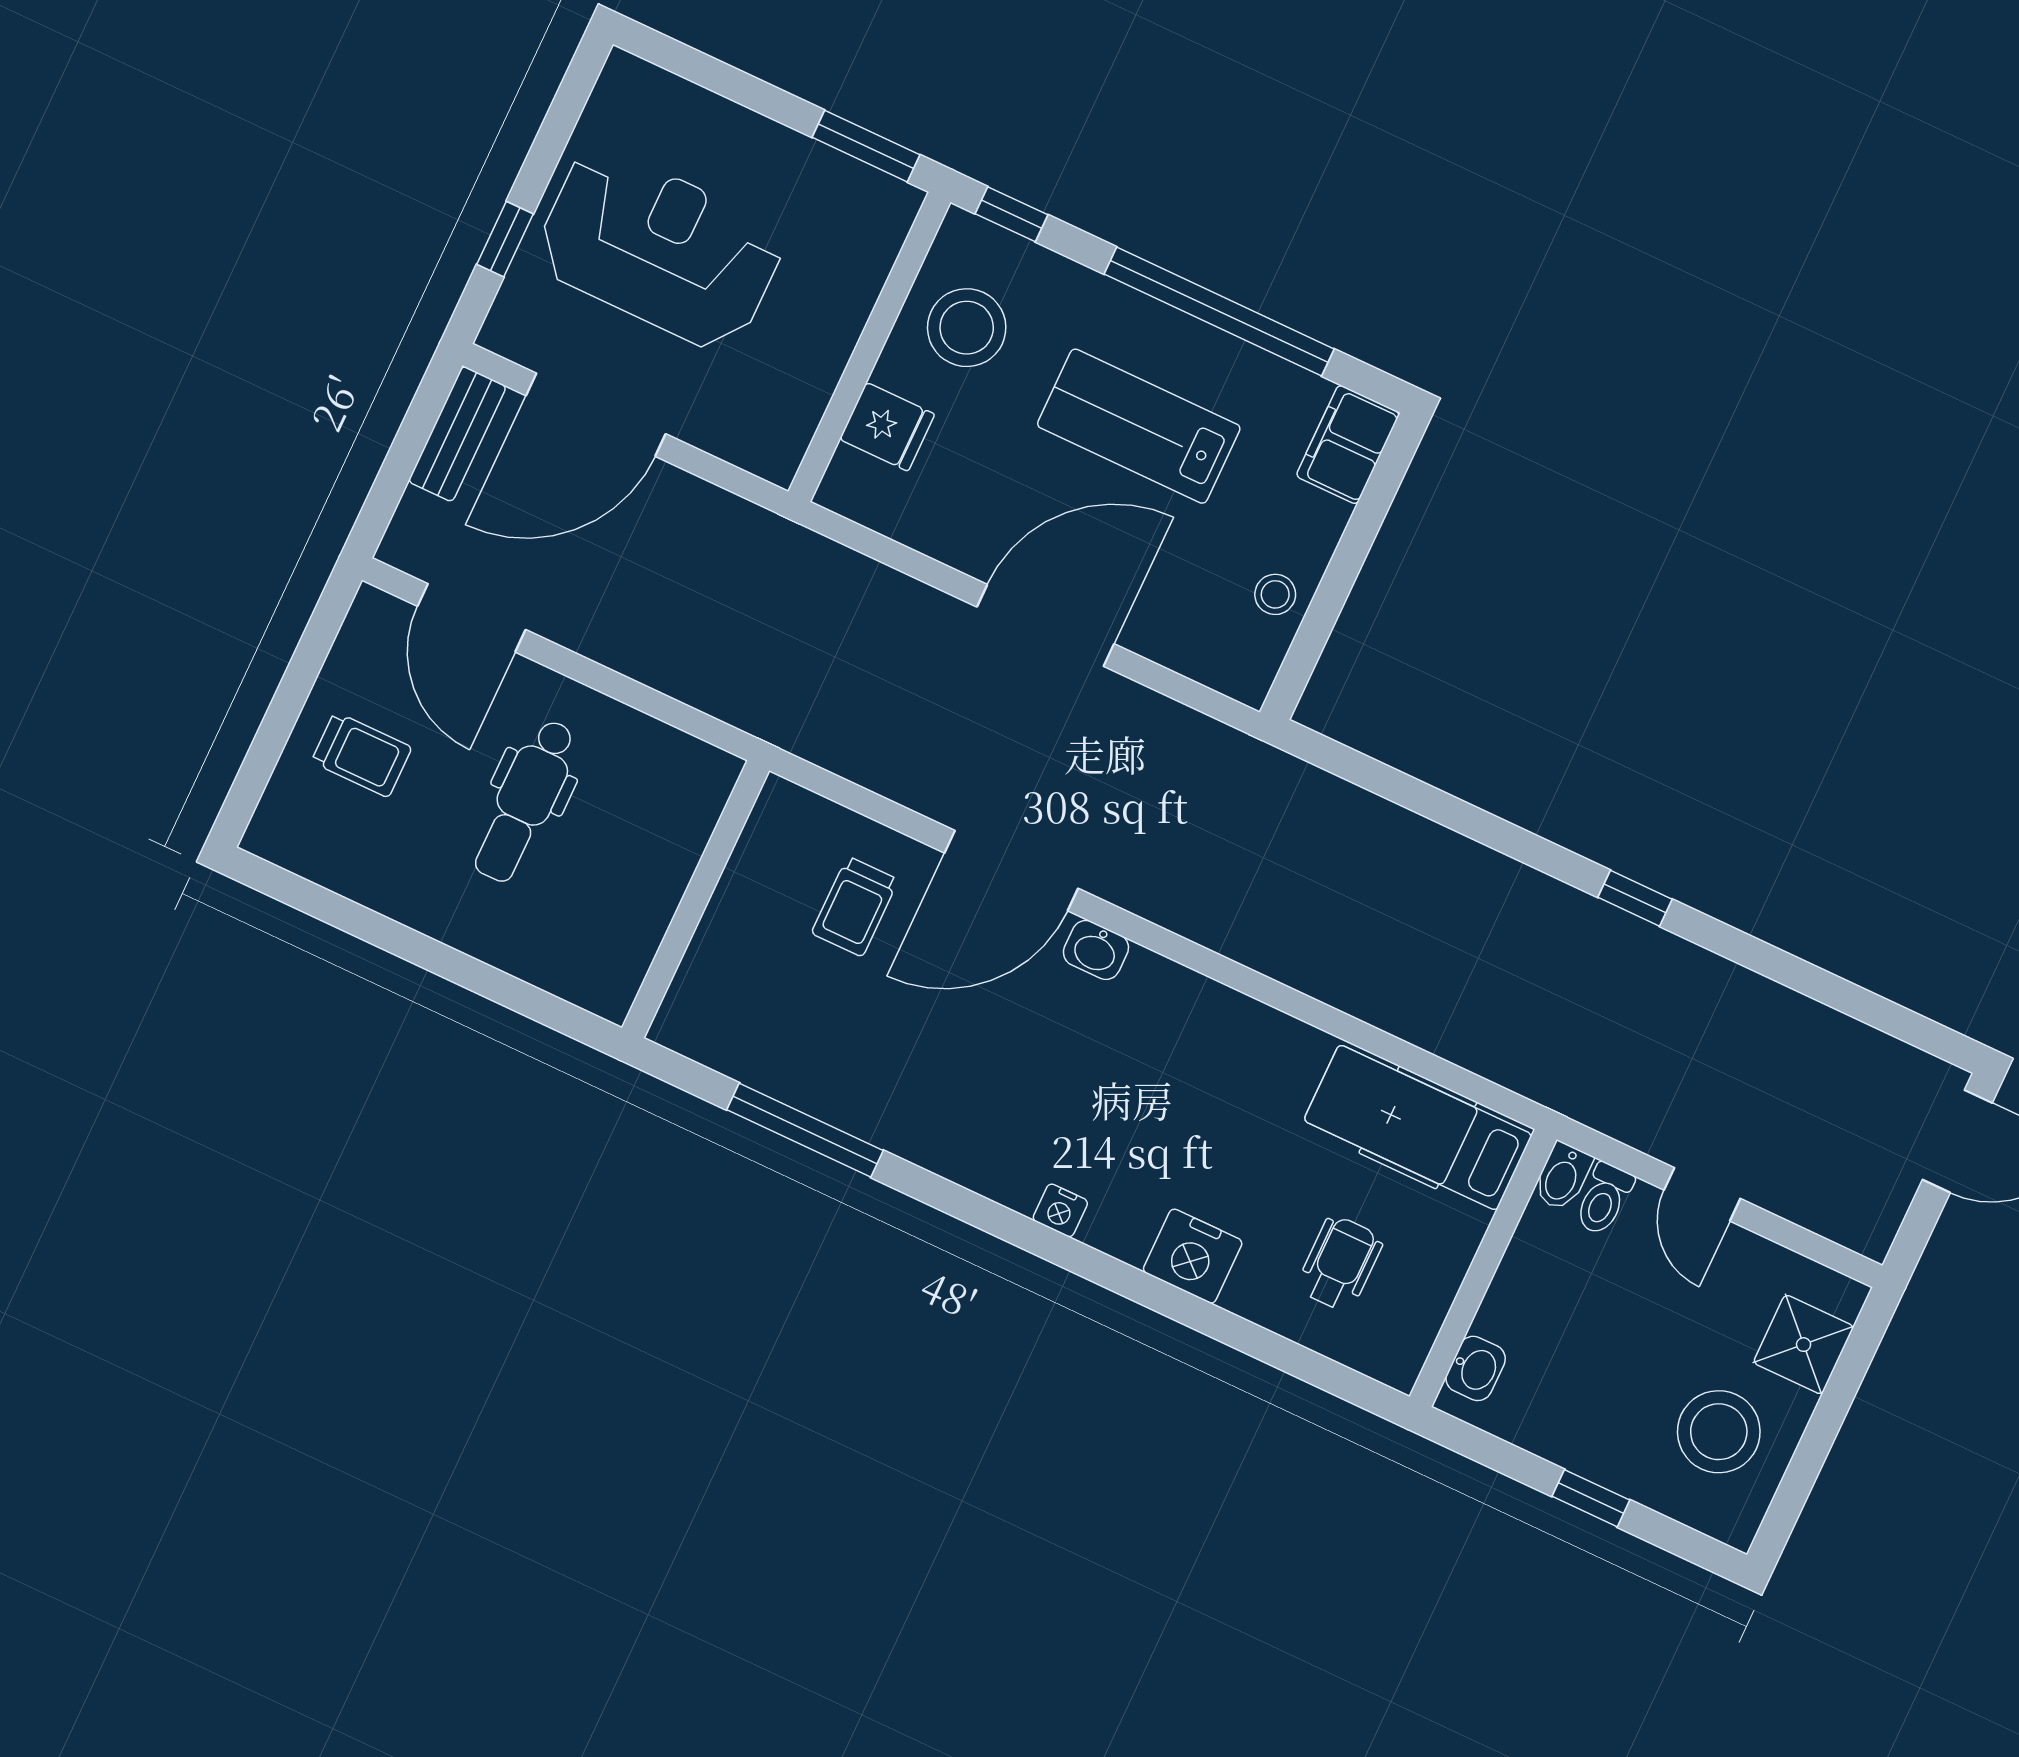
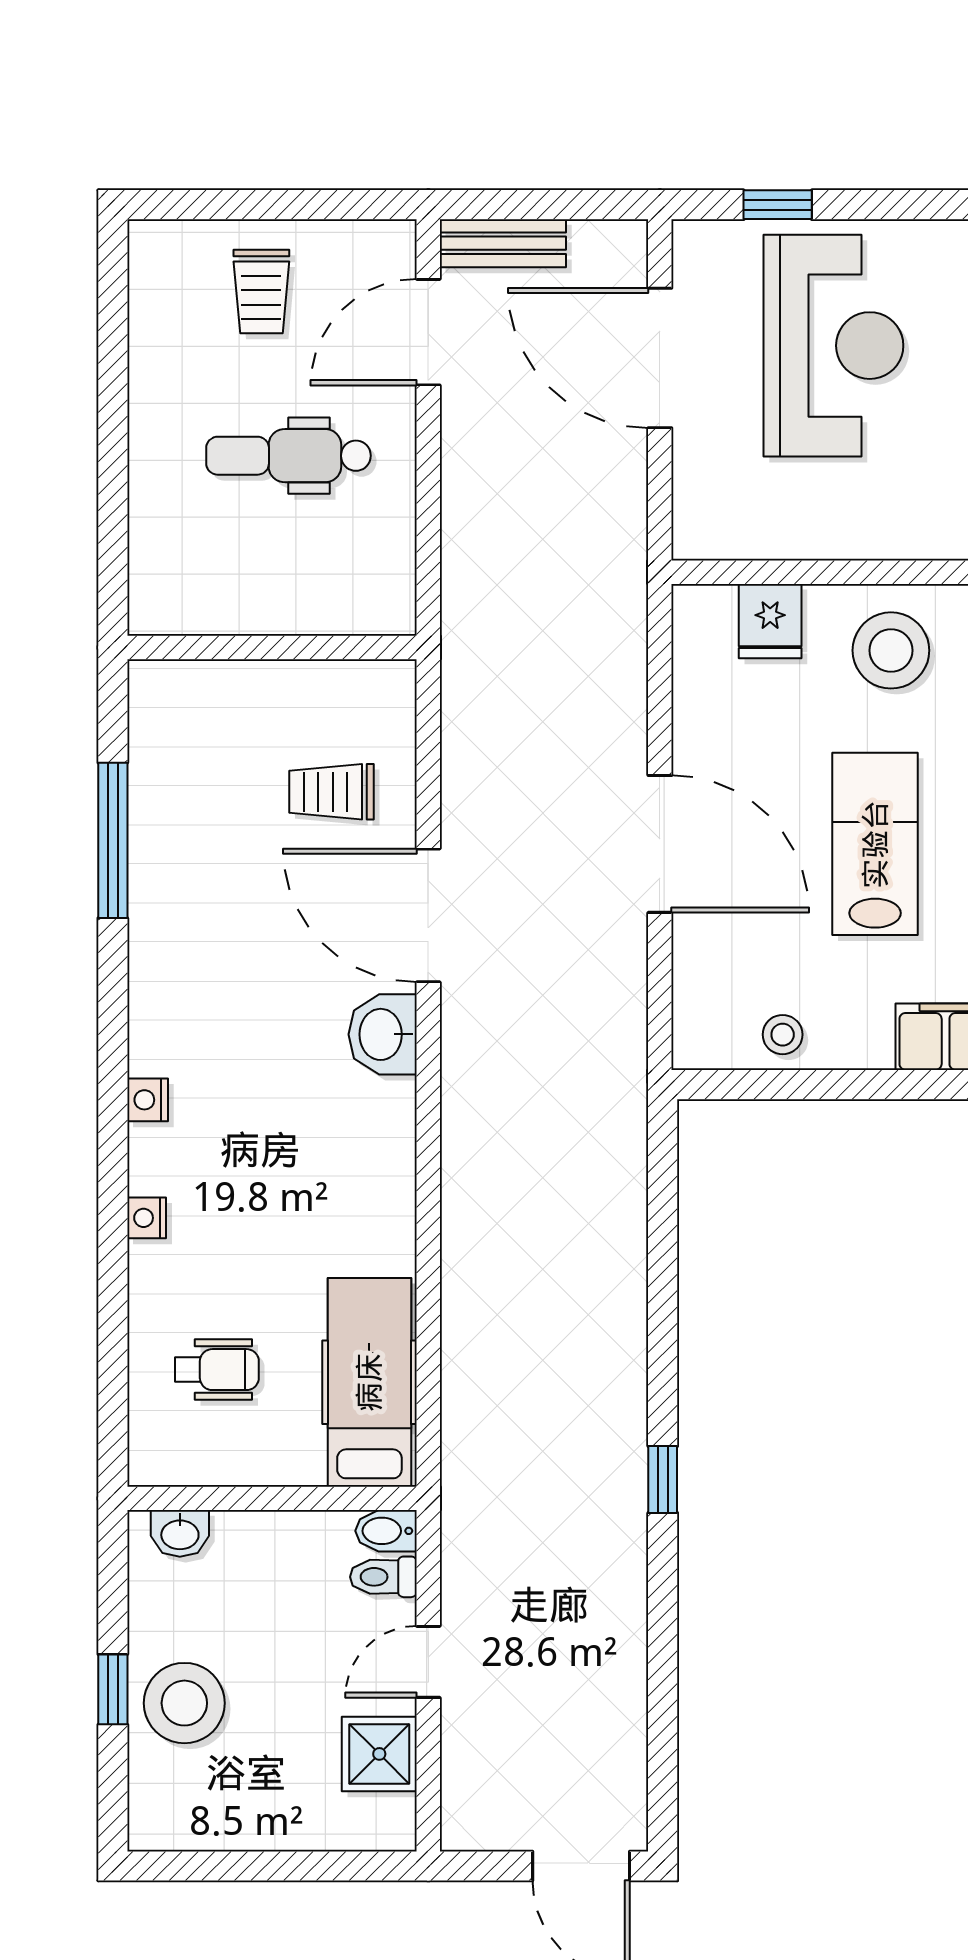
bench: (457, 434) -> (503, 243), moved
washbasin: (1096, 950) -> (383, 1034), width x1.38, depth x1.45
nightstand: (1193, 1256) -> (147, 1218), width x0.53, depth x0.56
shower: (1804, 1345) -> (379, 1754), moved
stool: (1719, 1432) -> (184, 1703), moved

